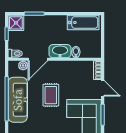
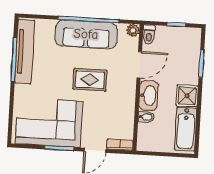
shower: (16, 23) -> (187, 96), moved
door: (38, 59) -> (139, 65), swing flipped
plant: (23, 65) -> (133, 30), moved

